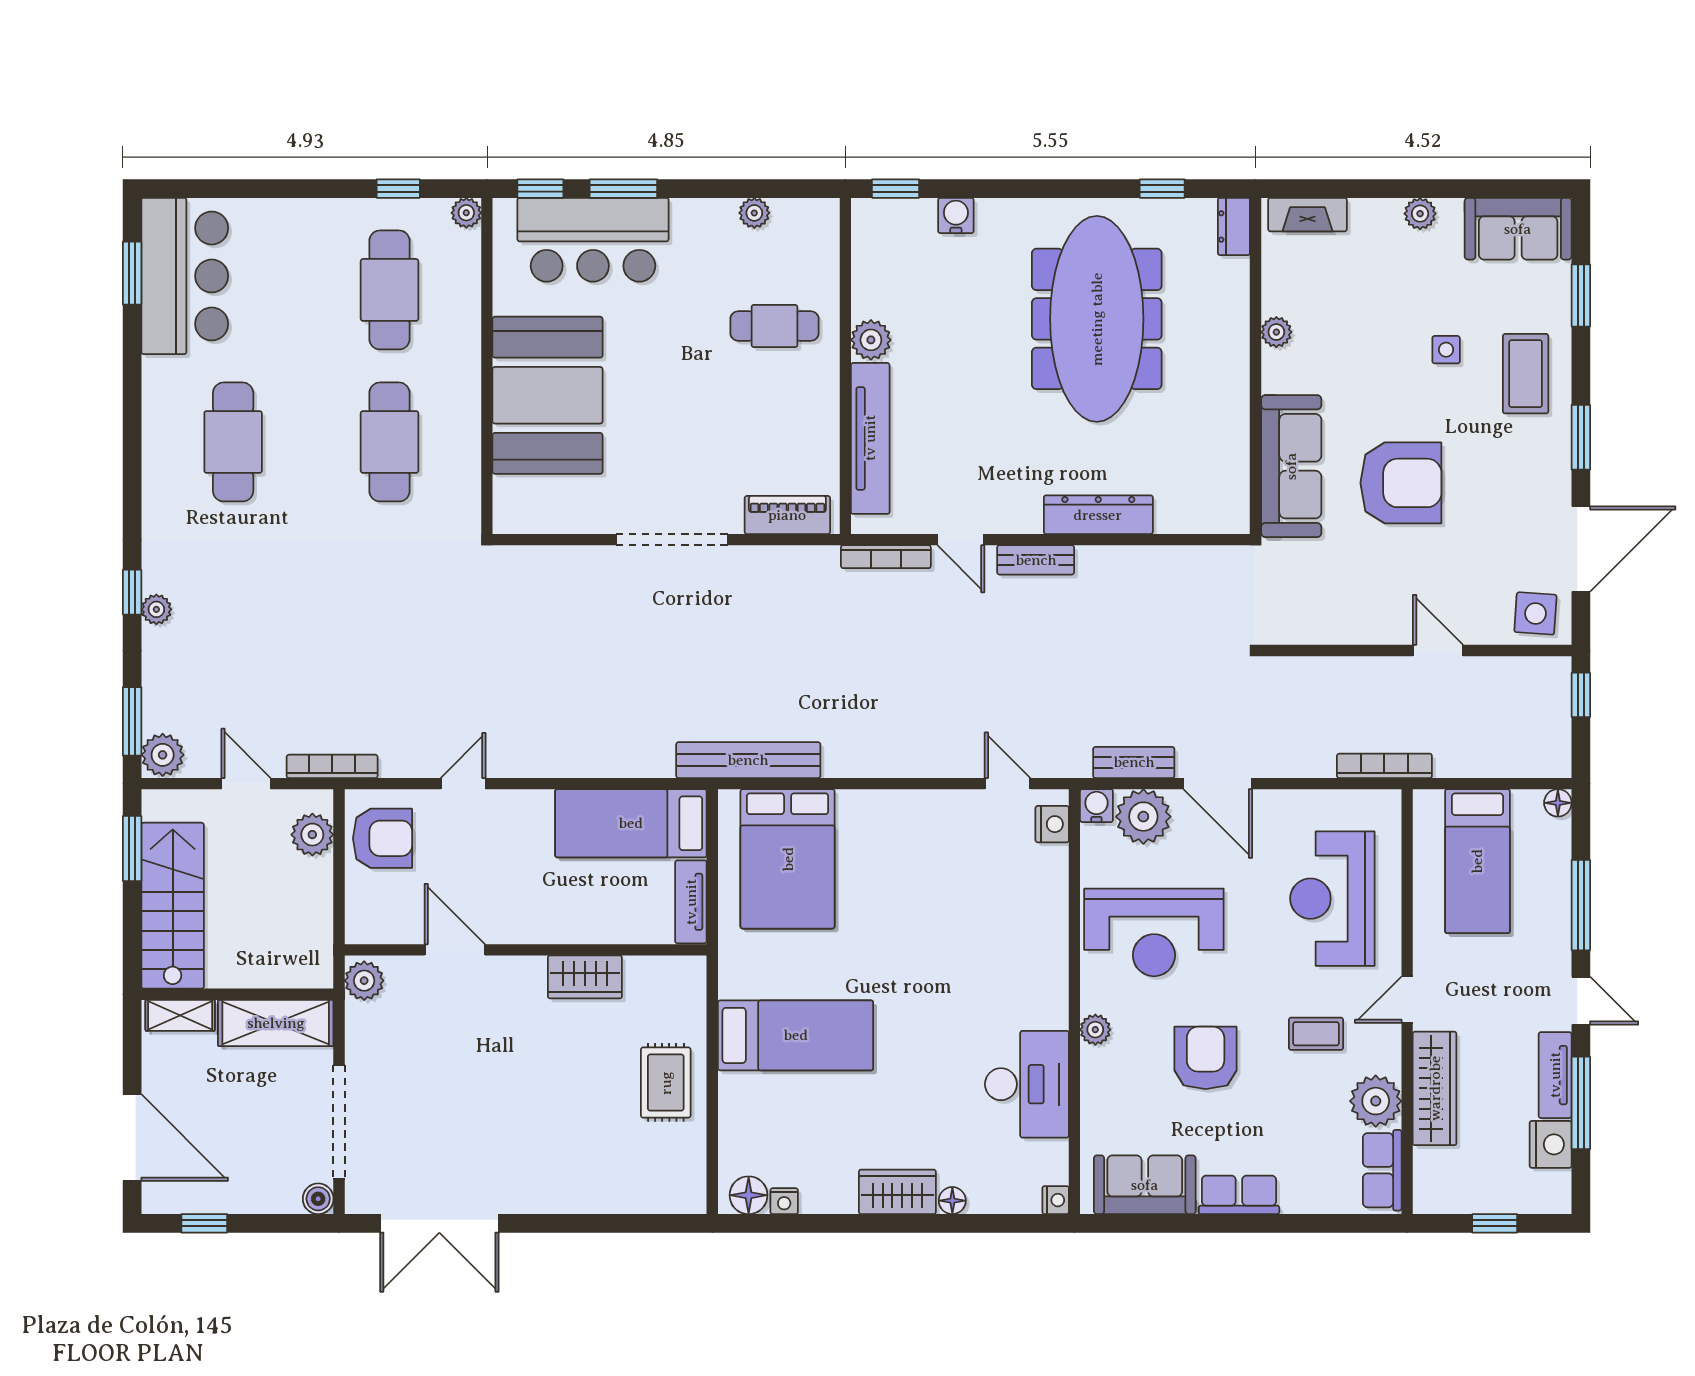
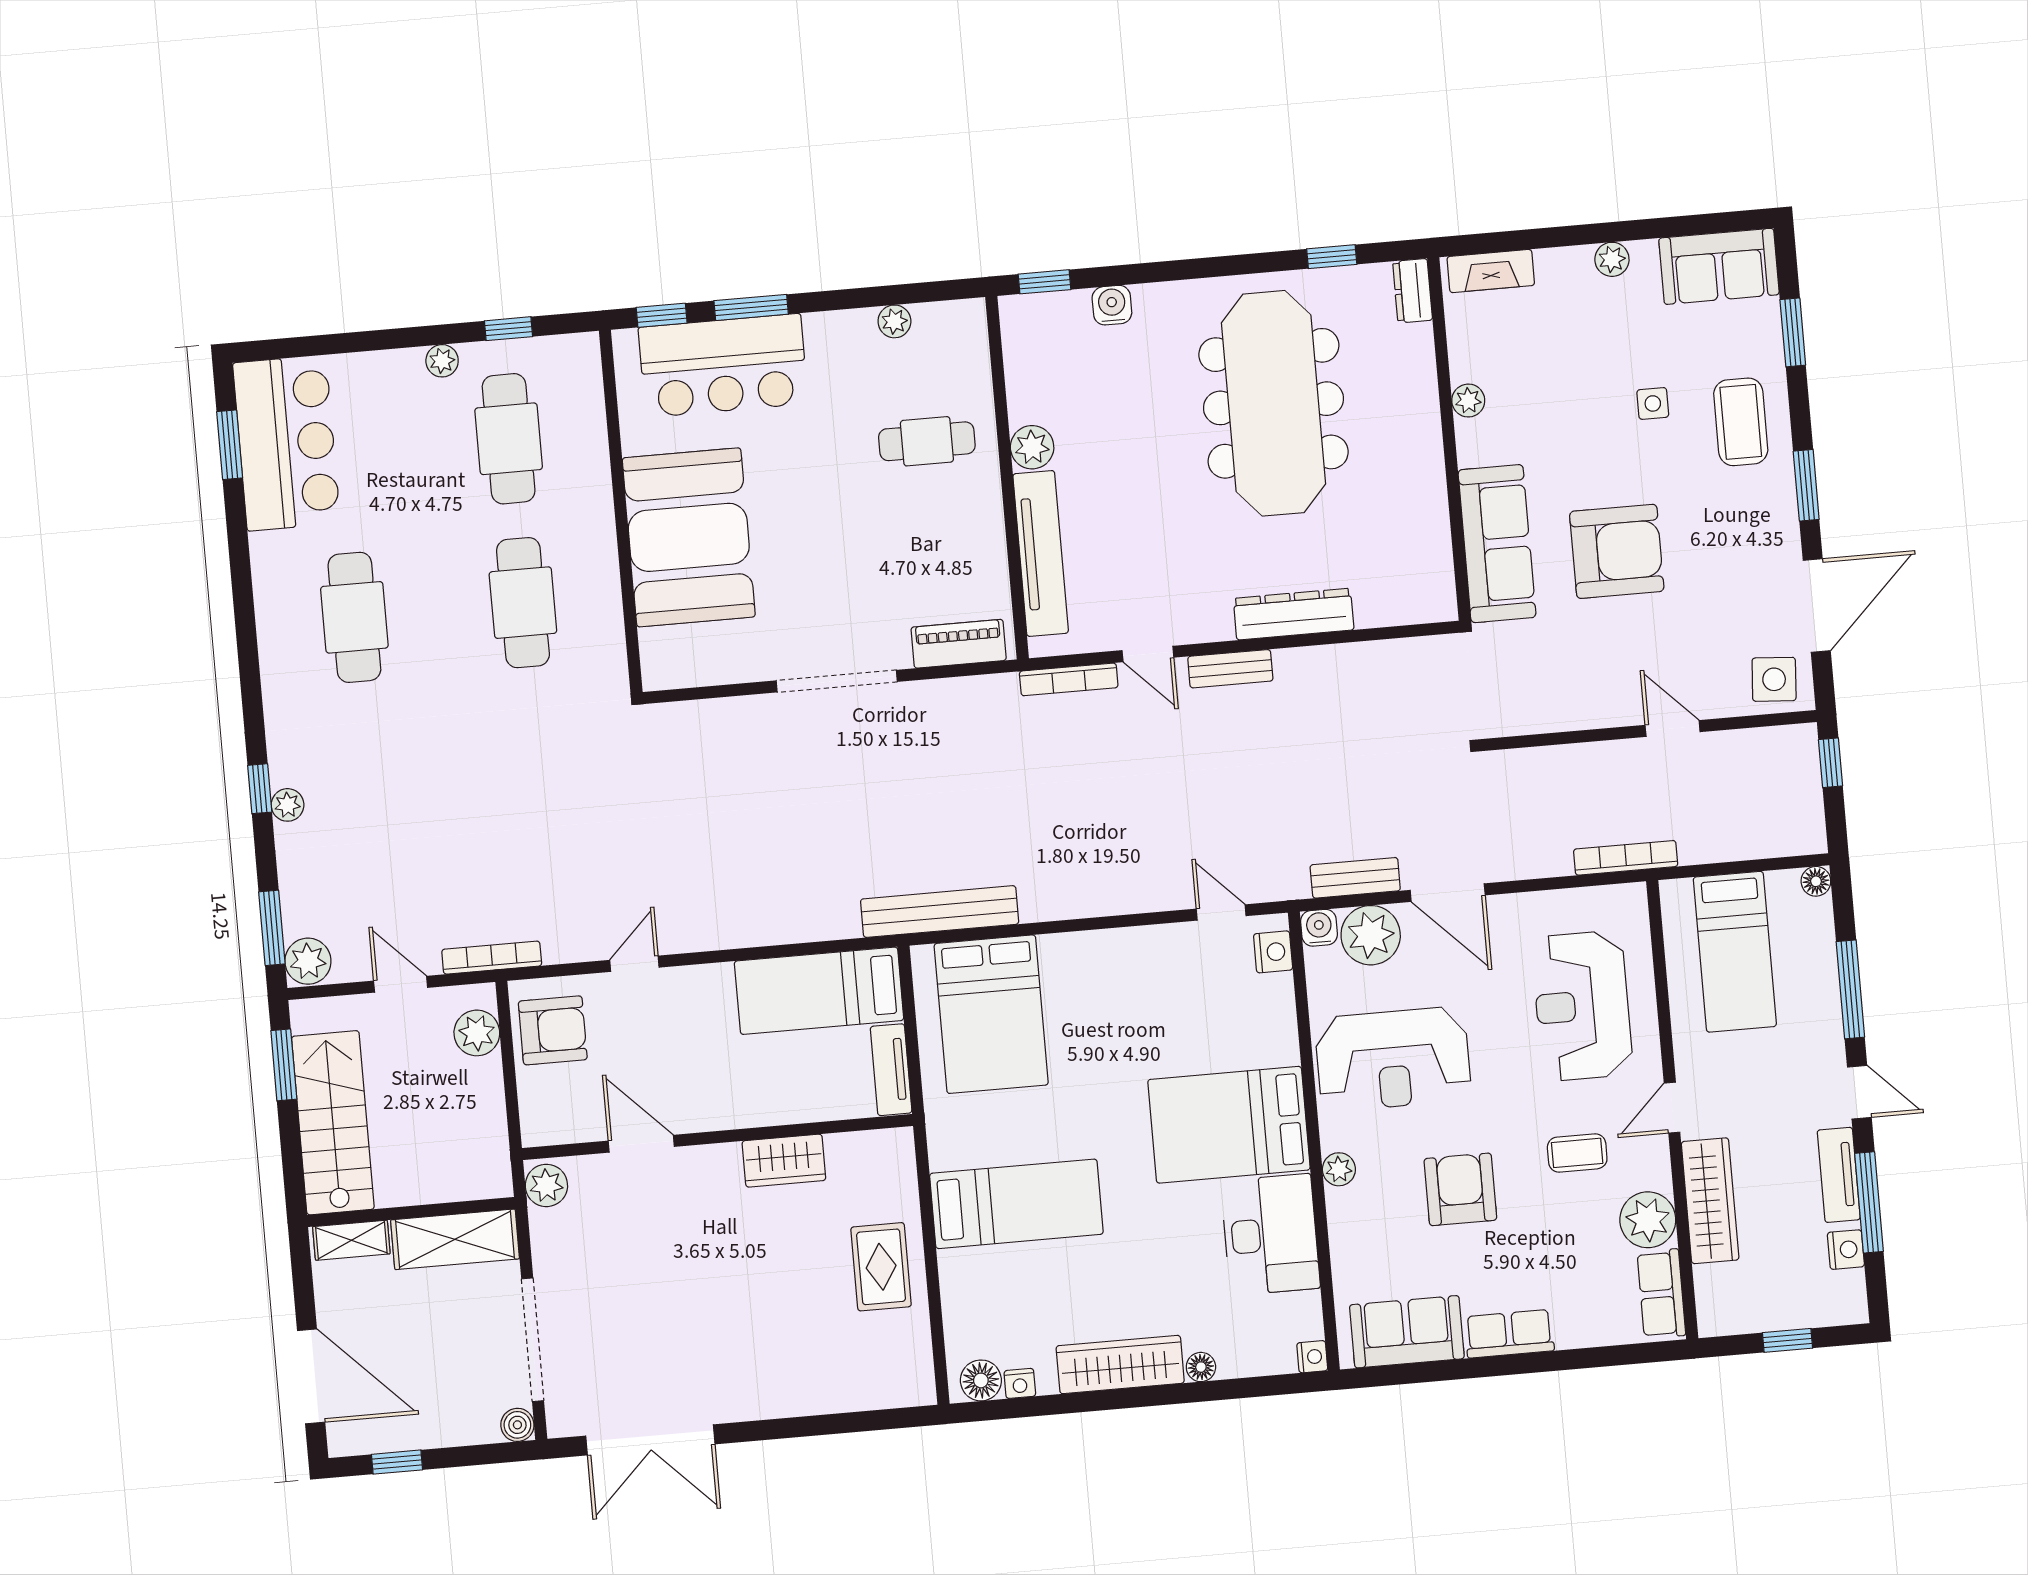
plant: (466, 213) -> (442, 361), moved
bed: (998, 980) -> (1229, 1125), added
nightstand: (1551, 1144) -> (1846, 1250), width x0.74, depth x0.75
wardrobe: (897, 1192) -> (1120, 1365), width x1.50

